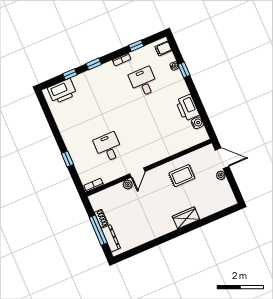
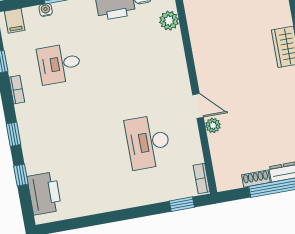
plant: (185, 143) -> (169, 21), added
desk: (108, 147) -> (148, 142), width x1.37
window: (67, 159) -> (182, 204), moved
rug: (182, 176) -> (219, 38), removed

